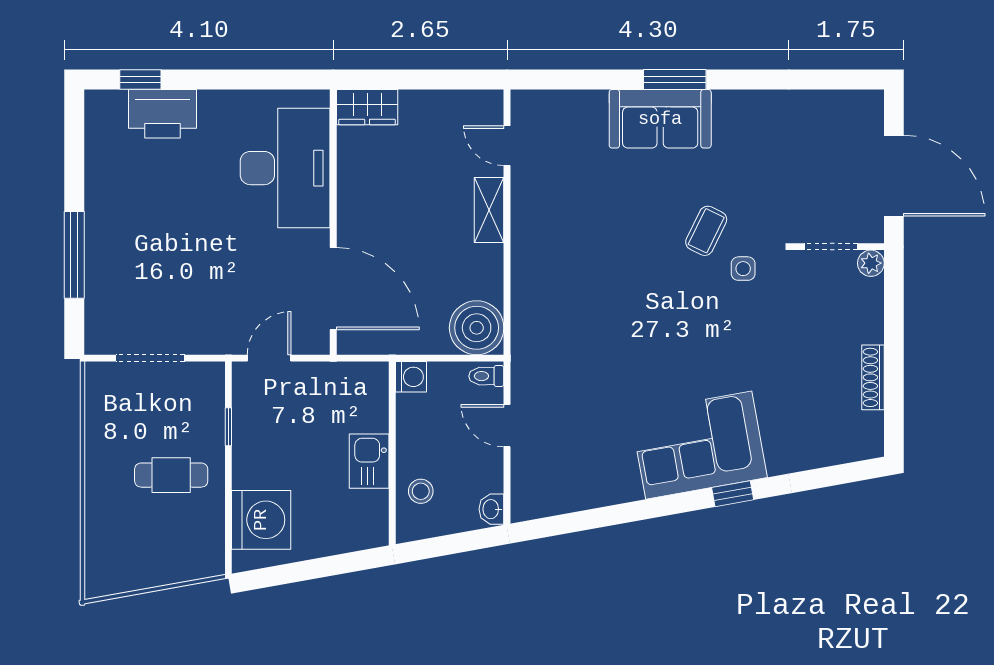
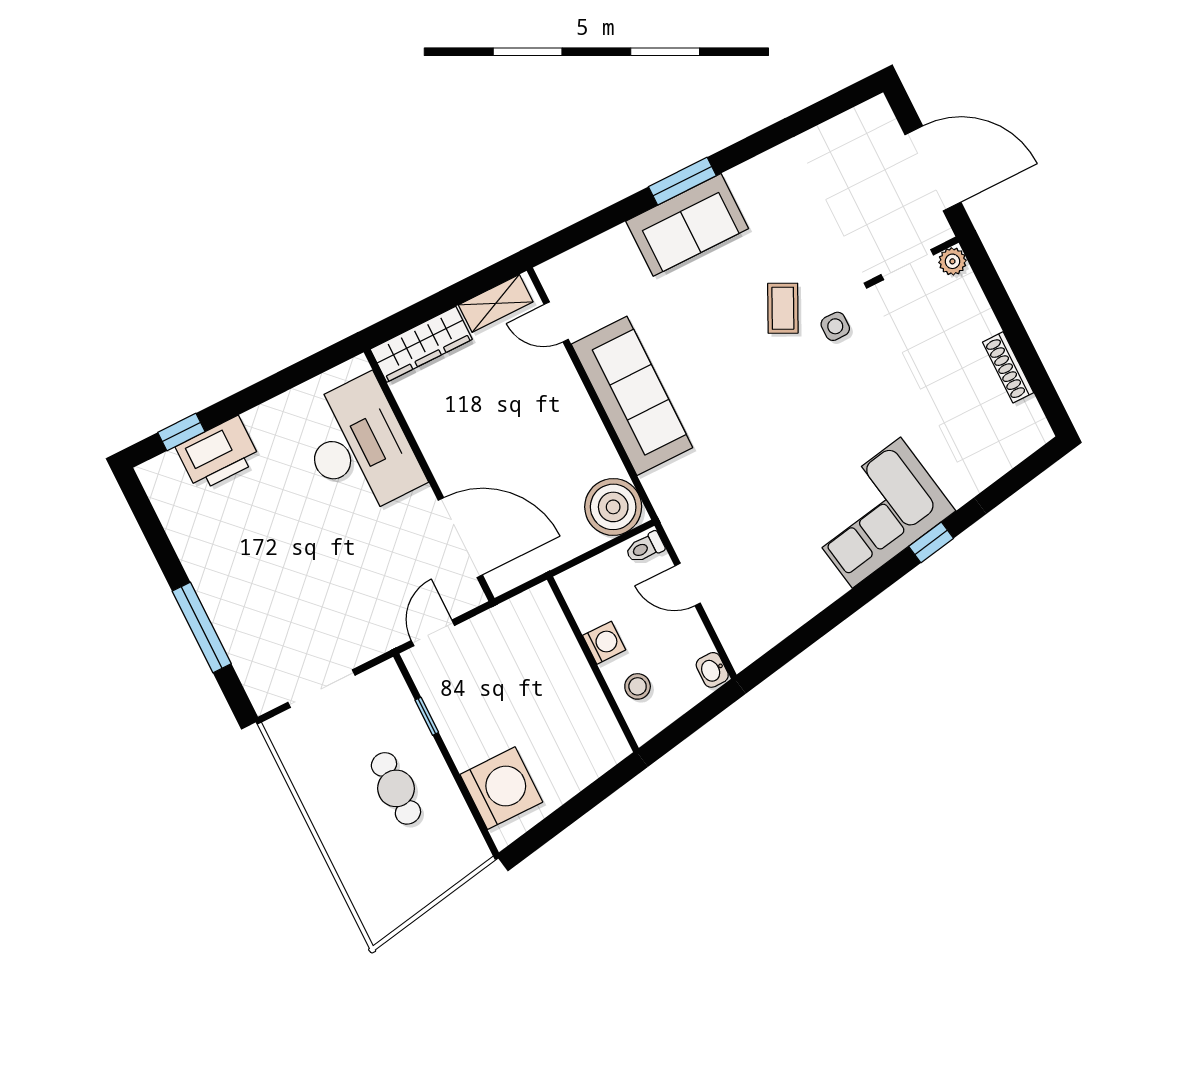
wardrobe: (367, 107) -> (421, 344), width x1.50
shelving: (489, 210) -> (496, 303), moved, turned 90
sofa: (540, 241) -> (632, 396), added
washing machine: (411, 377) -> (604, 643), moved
kitchen sink: (369, 461) -> (575, 682), removed
cafe table: (171, 475) -> (396, 788), turned 90

